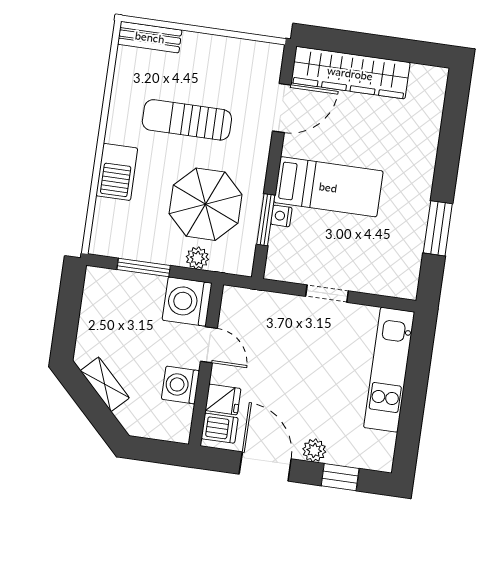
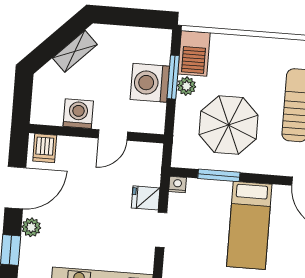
barbecue: (117, 172) -> (194, 53), moved, turned -90
nightstand: (281, 216) -> (178, 184), moved
plant: (197, 258) -> (186, 86), moved
washing machine: (187, 302) -> (150, 83), moved, turned -90
fridge: (223, 399) -> (146, 198), moved, turned 90

